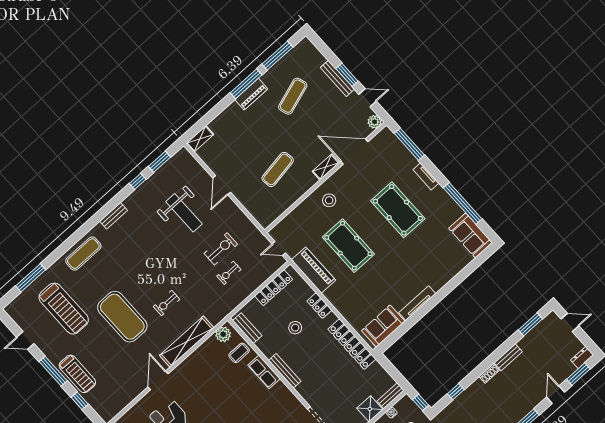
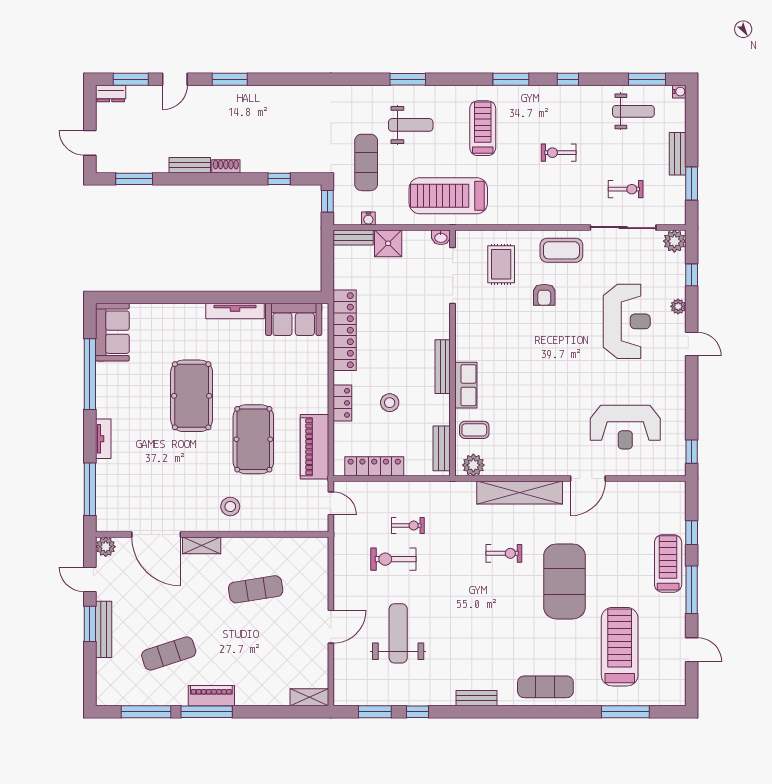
pool table: (398, 210) -> (192, 396), moved

